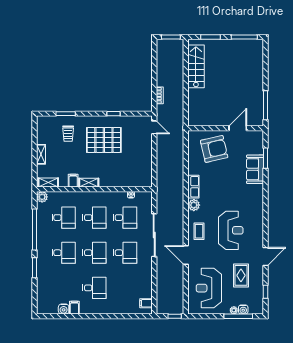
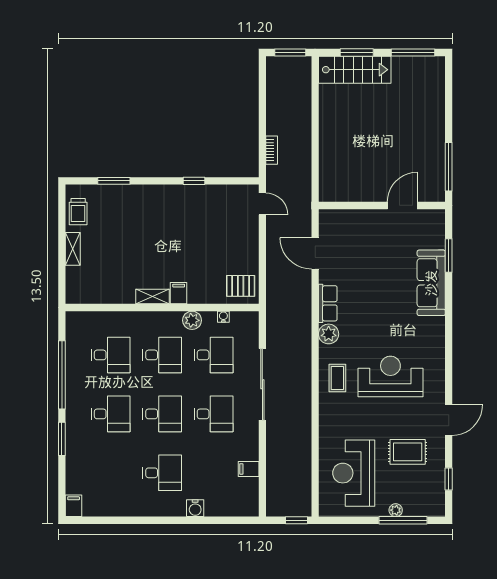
stairs: (196, 66) -> (355, 70), moved, turned 90
trolley: (68, 134) -> (78, 212), moved
pallet: (104, 140) -> (241, 286), moved, width x0.49, depth x0.50
armchair: (214, 149) -> (363, 240), removed
sofa: (255, 169) -> (431, 283), width x1.36
filing cabinet: (73, 181) -> (179, 293), moved
shelving: (48, 183) -> (85, 296), removed
plant: (42, 197) -> (192, 320), moved
reception desk: (231, 230) -> (390, 376), turned -90
door: (186, 255) -> (315, 253), moved
rug: (241, 275) -> (408, 452), turned 90
filing cabinet: (146, 303) -> (249, 469), moved
filing cabinet: (74, 308) -> (74, 506), moved
water cooler: (64, 309) -> (195, 508), moved
water cooler: (243, 309) -> (411, 509), removed

